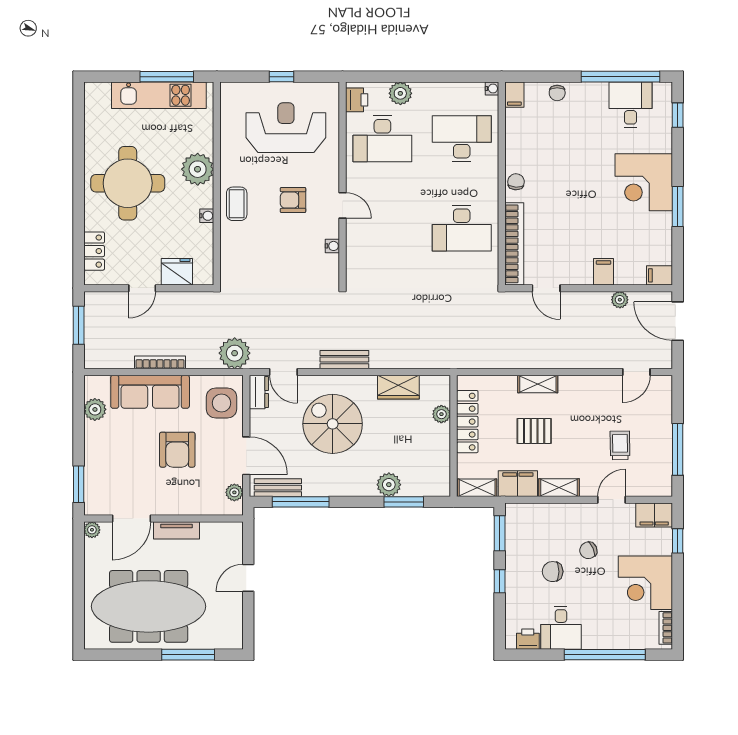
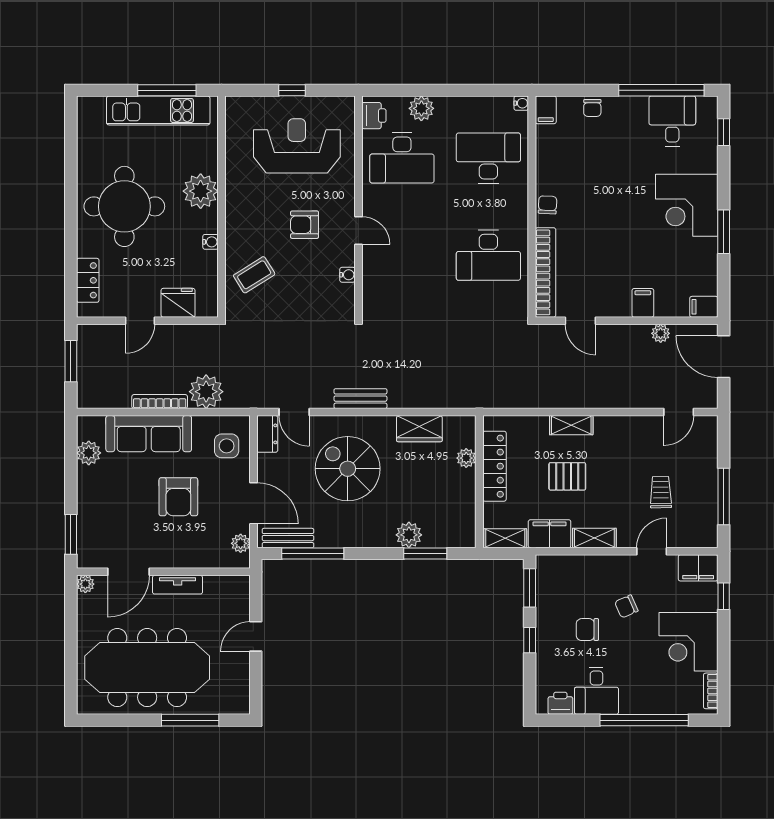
coffee table: (237, 204) -> (254, 275), moved, turned 58
plant: (235, 353) -> (206, 392), moved
side table: (222, 403) -> (227, 446), width x0.73, depth x0.73

